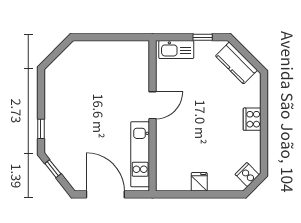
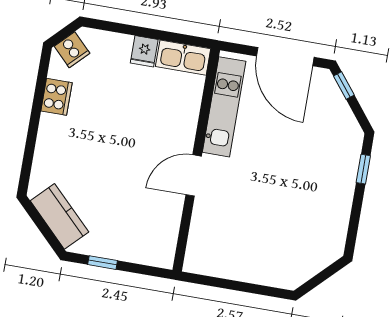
kitchen sink: (176, 50) -> (183, 58), moved, turned 180
cooker: (252, 119) -> (56, 97), moved
window: (53, 169) -> (344, 86), moved

